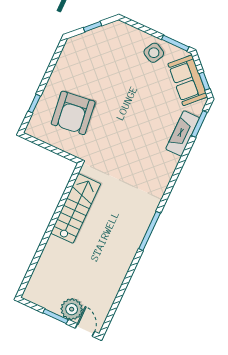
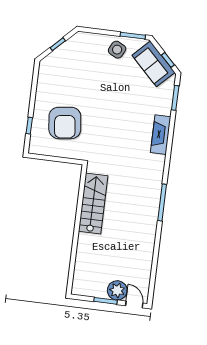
fireplace: (183, 133) -> (161, 135), moved

